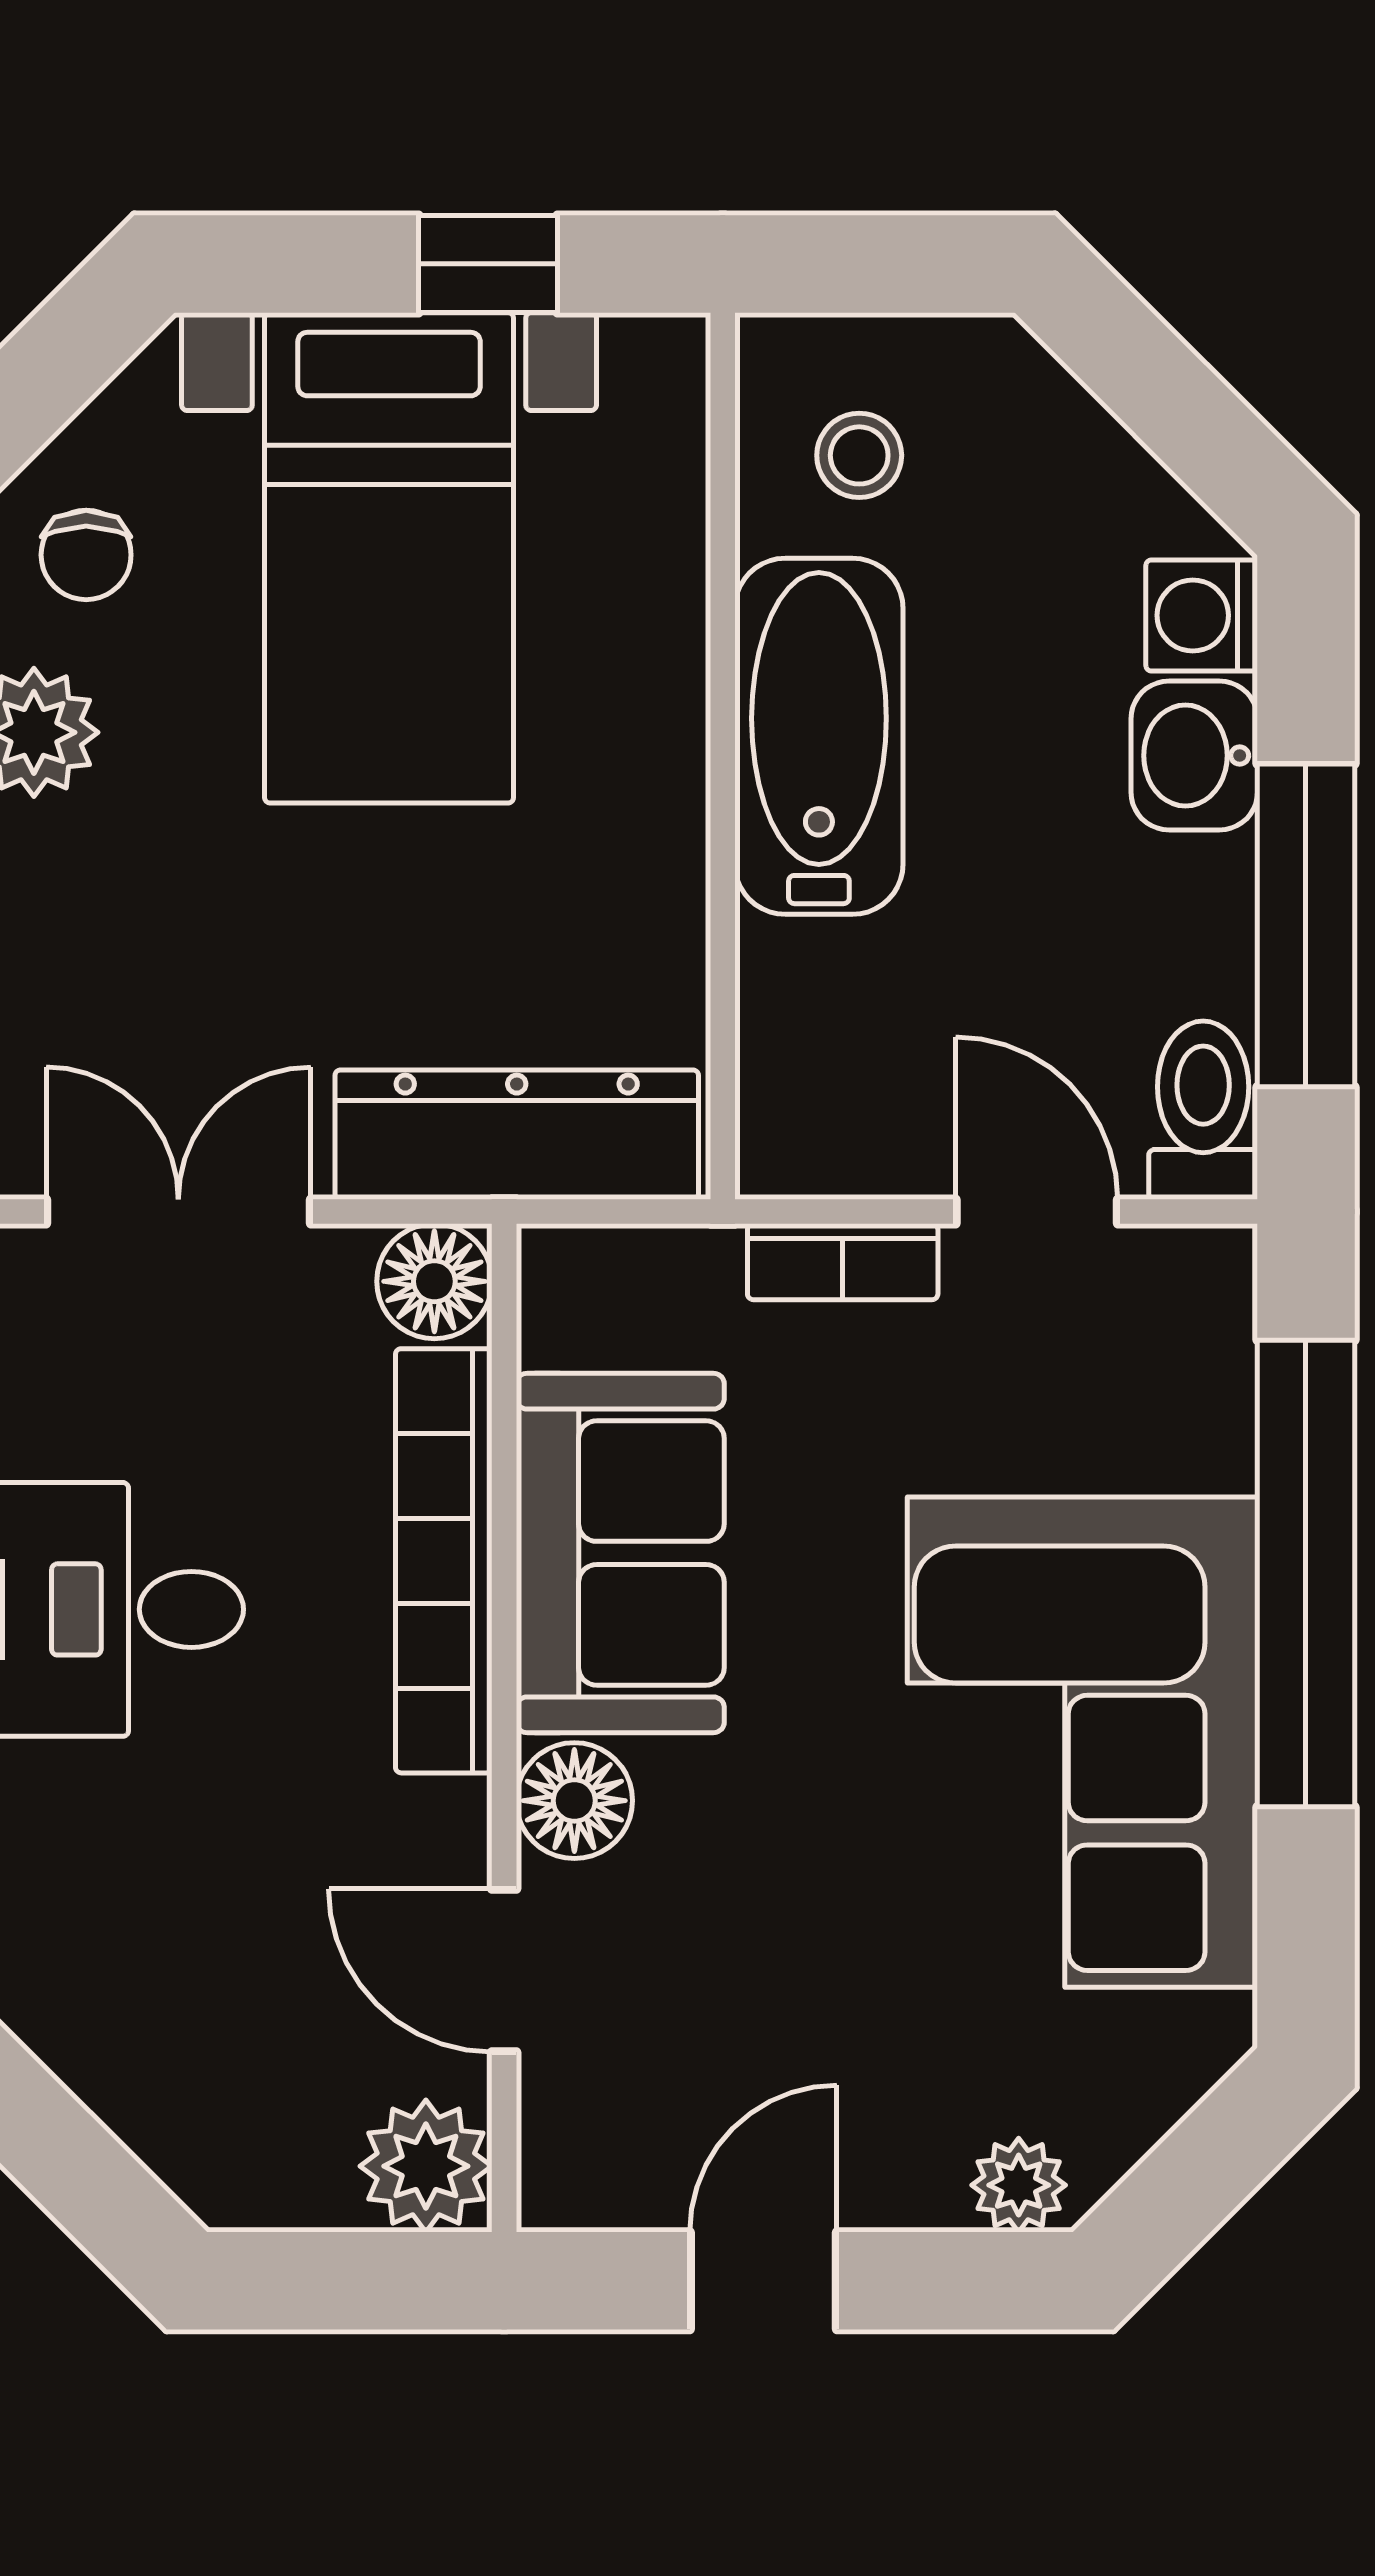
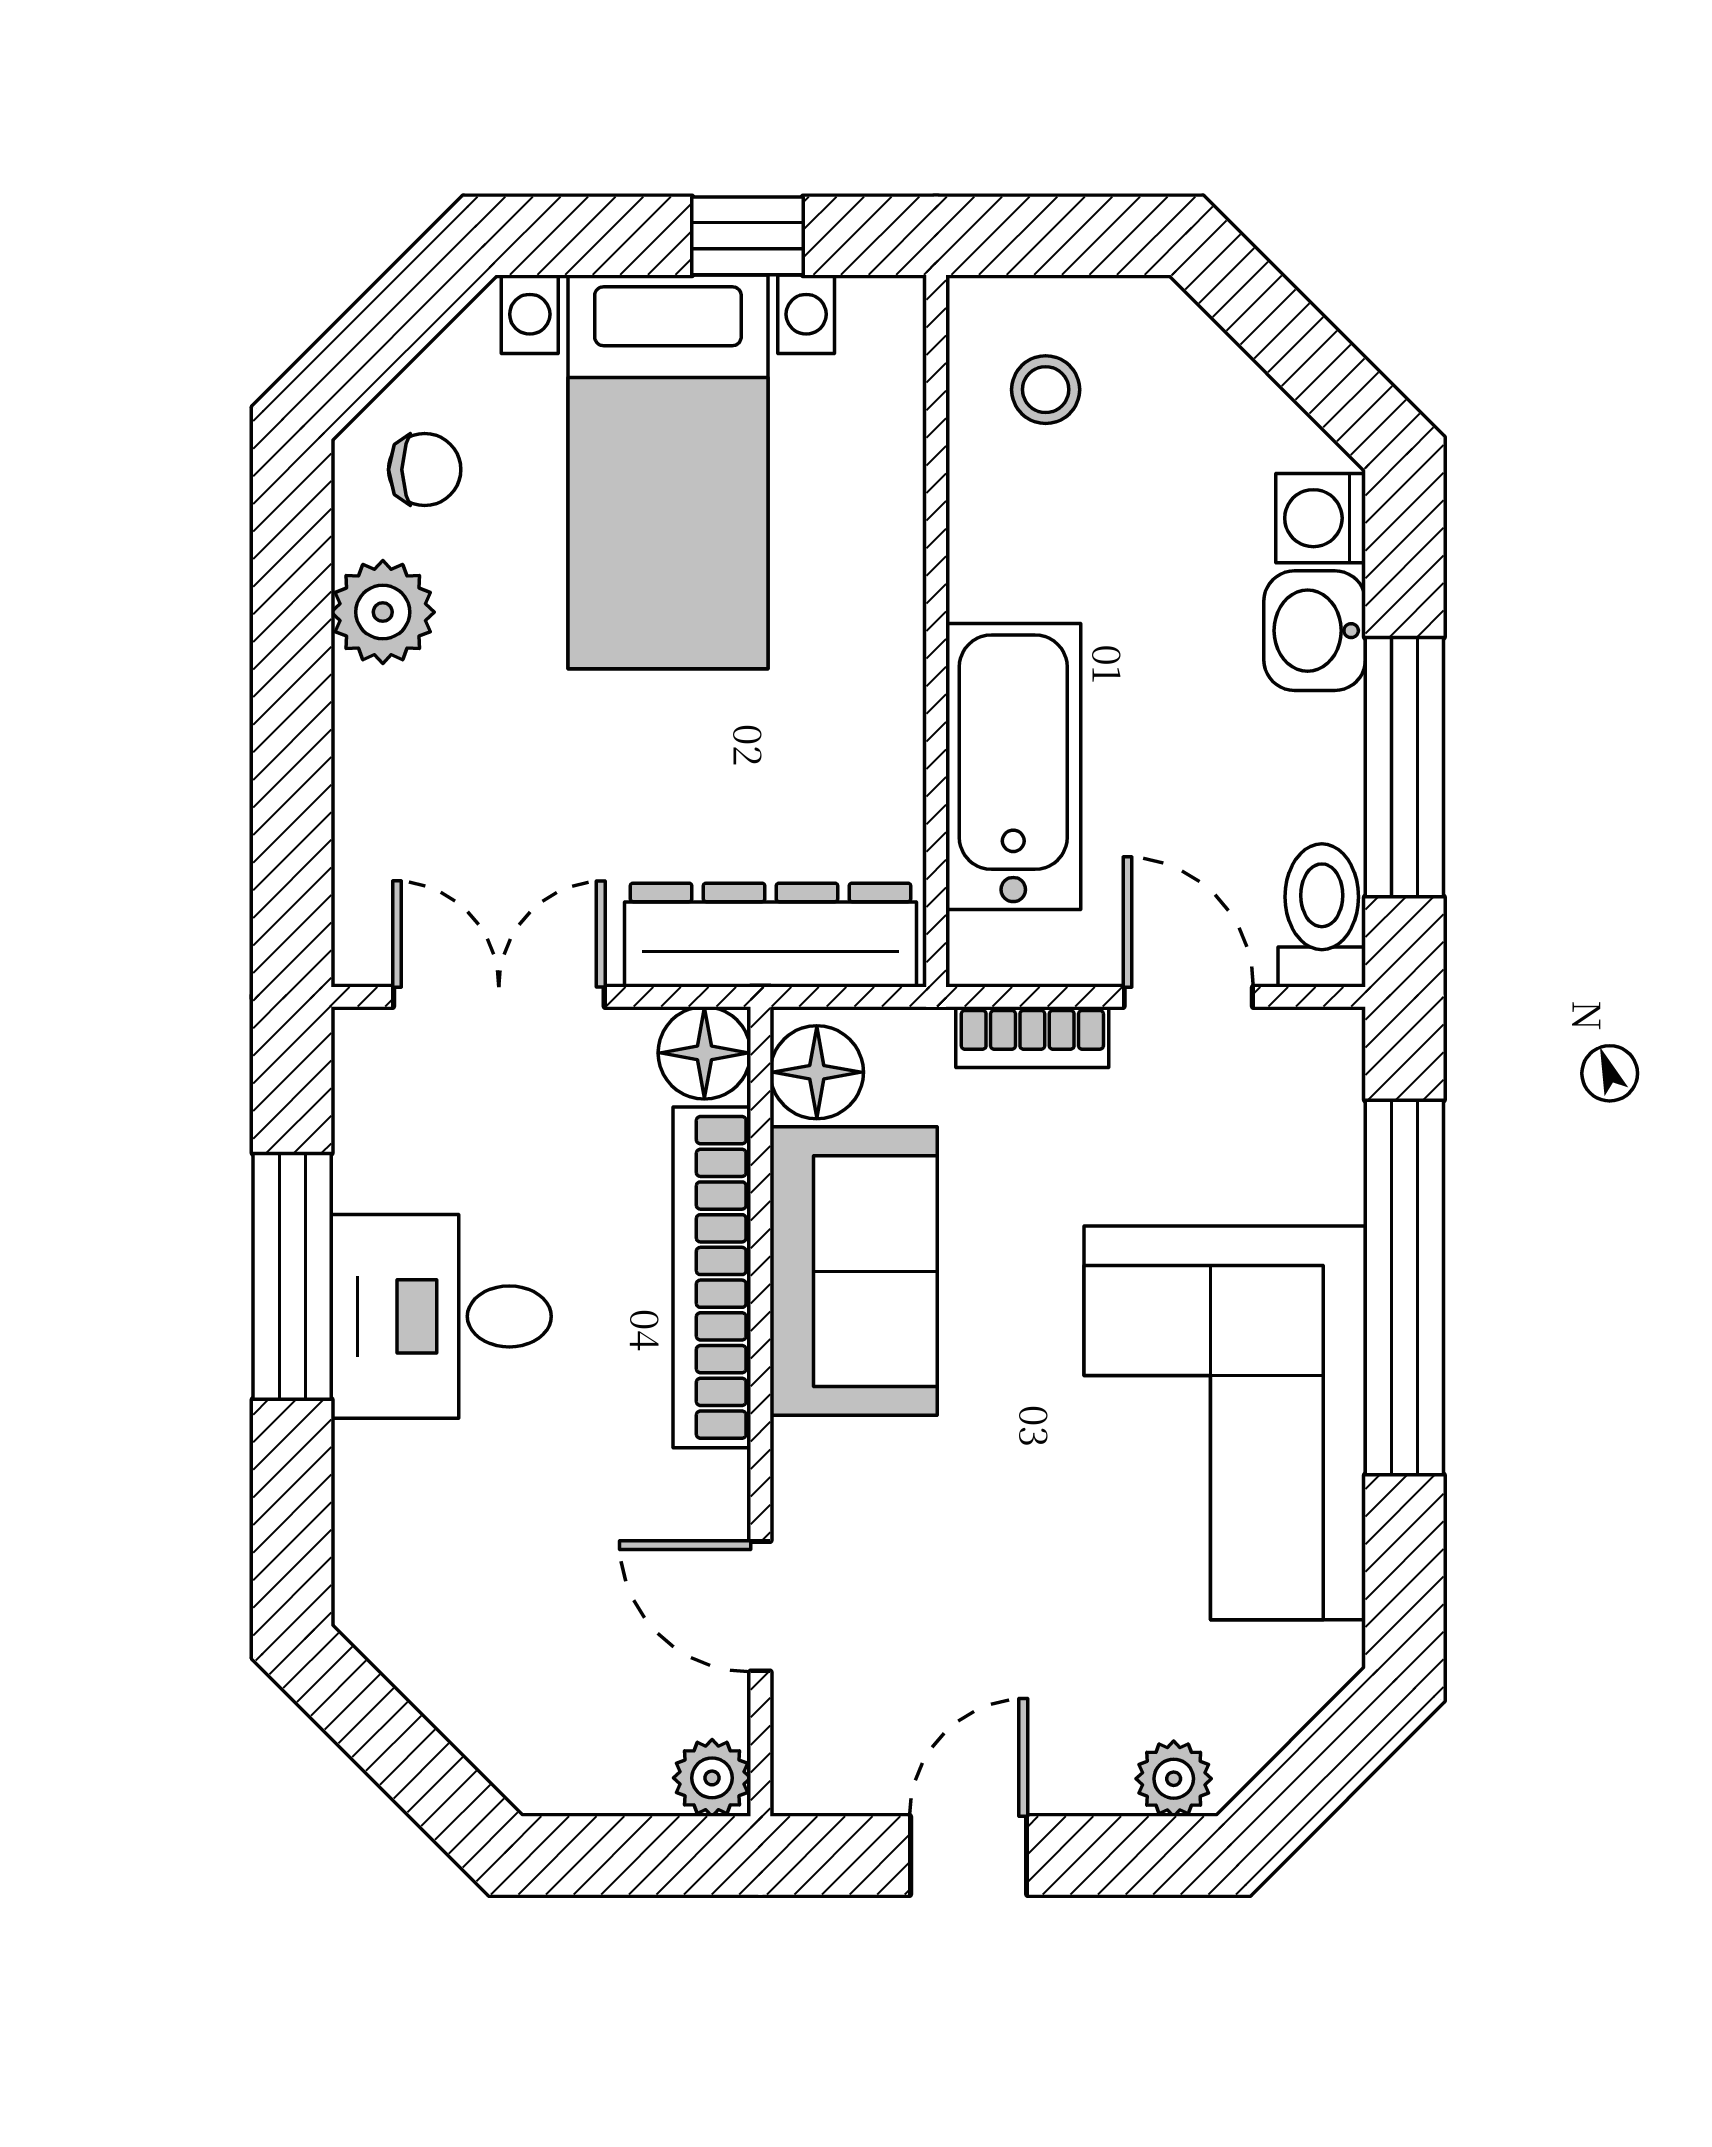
chair: (86, 555) -> (425, 470), turned -90
bathtub: (819, 736) -> (1013, 766), moved
floor lamp: (574, 1801) -> (817, 1072), moved
plant: (426, 2166) -> (712, 1778), width x0.73, depth x0.73

